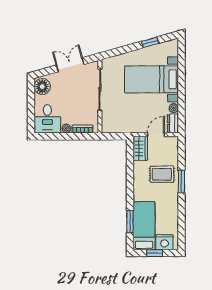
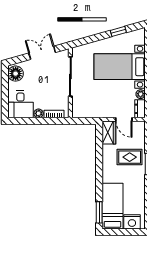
door: (156, 135) -> (124, 119), swing flipped
window: (130, 222) -> (99, 212), moved
window: (155, 253) -> (123, 232), removed

